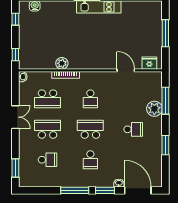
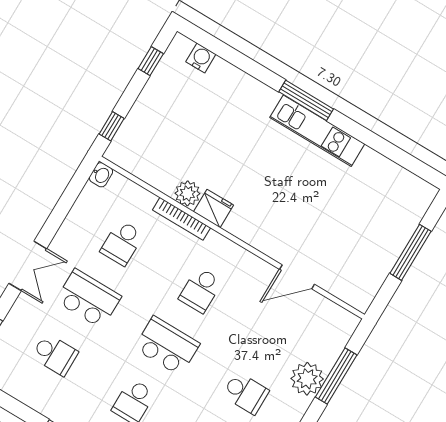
fridge: (149, 63) -> (214, 208), moved
door: (126, 70) -> (297, 277), swing flipped
school desk: (48, 99) -> (122, 243), width x0.54
double door: (15, 117) -> (28, 266), moved

